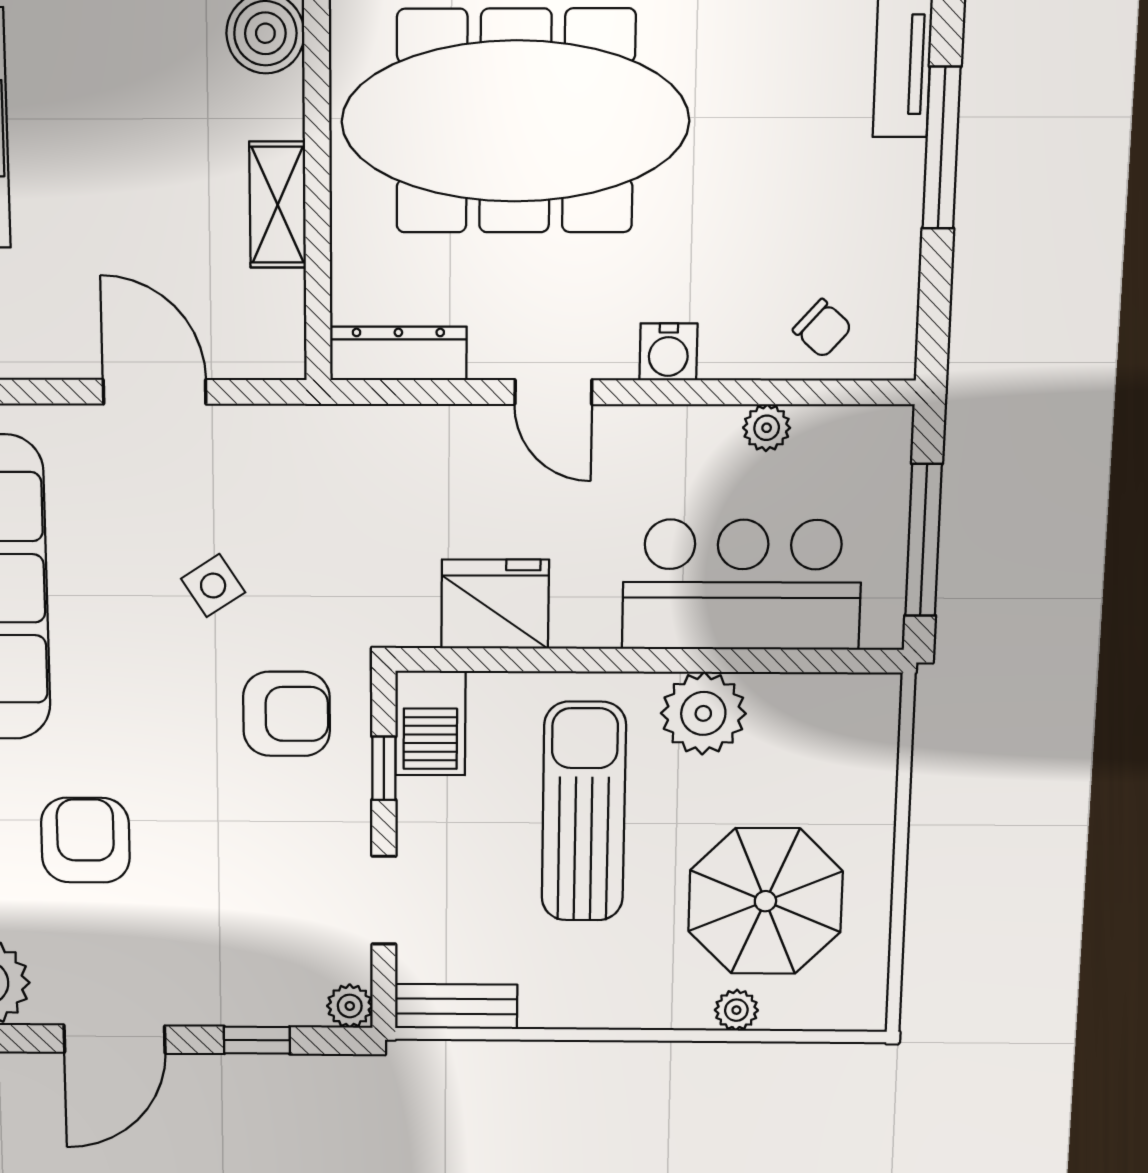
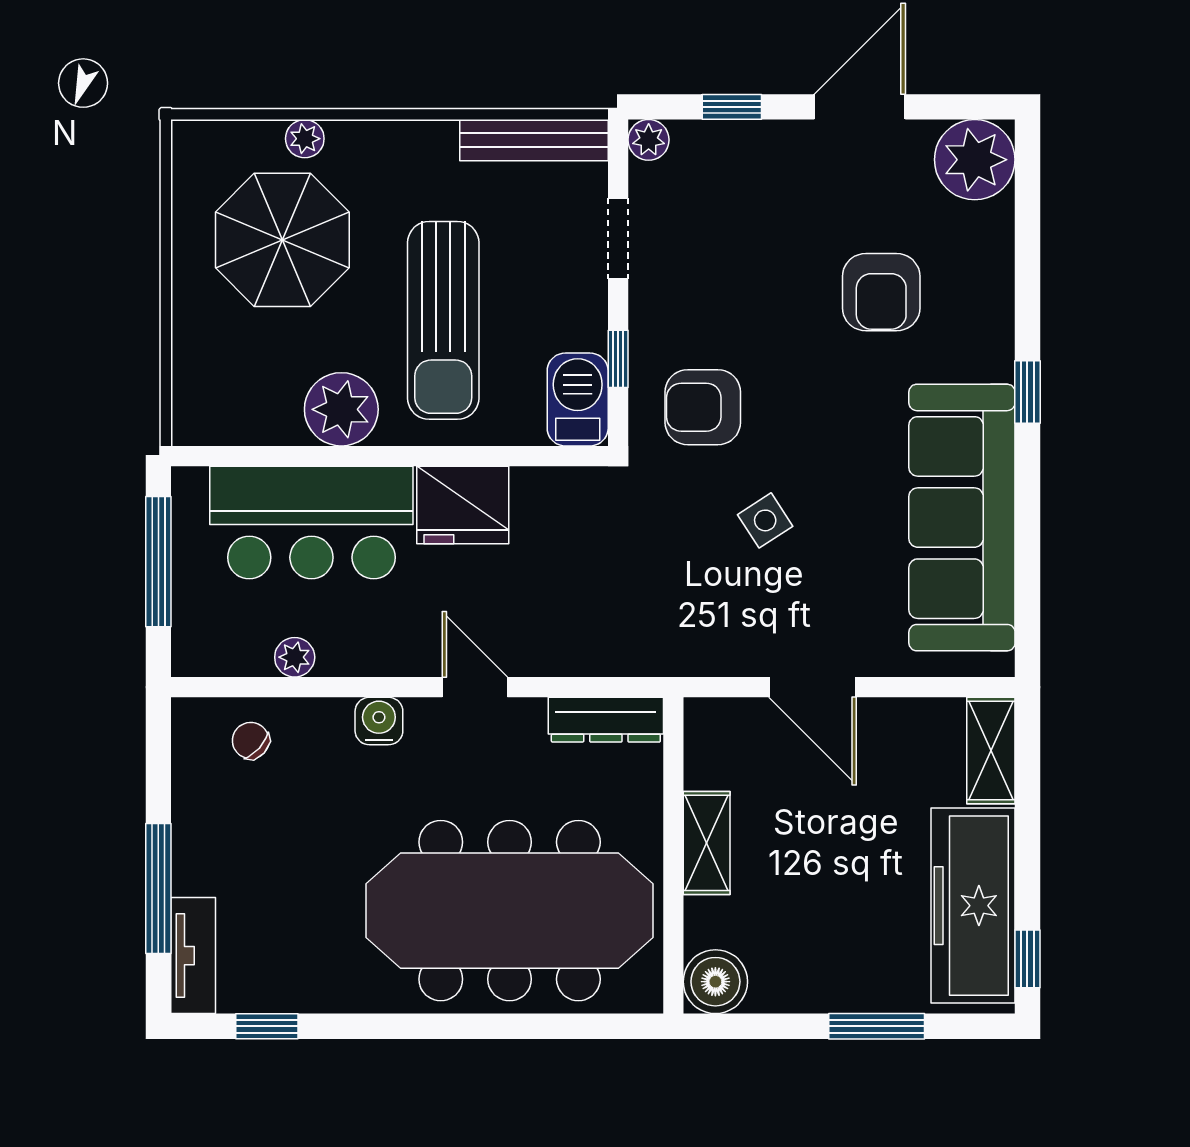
fridge: (495, 604) -> (463, 505), moved
bench: (456, 1006) -> (534, 140), width x1.36

